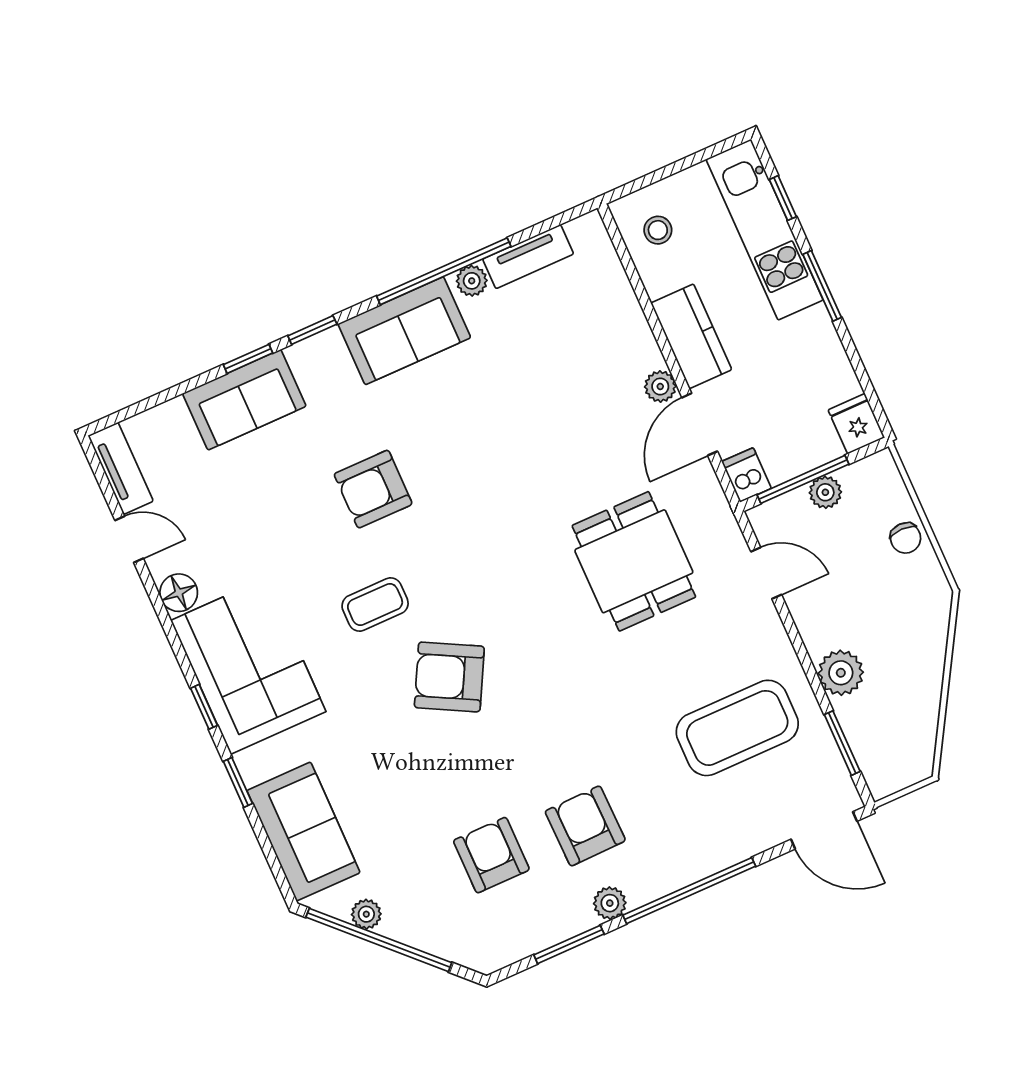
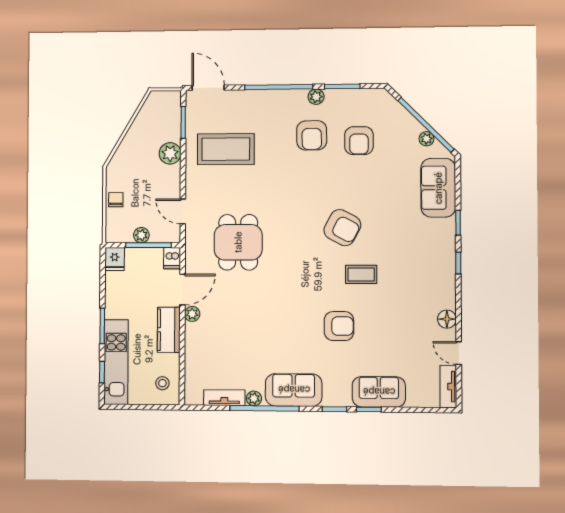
corner sofa: (248, 666) -> (430, 272), removed

